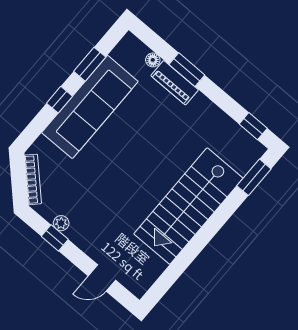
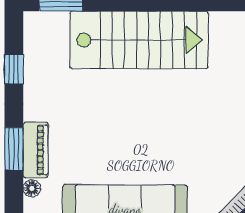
window: (253, 126) -> (14, 69), moved

